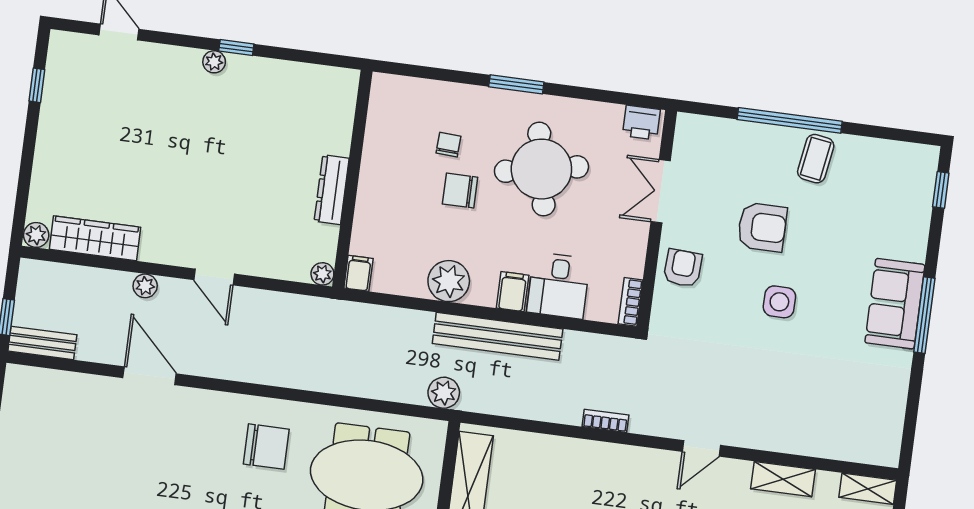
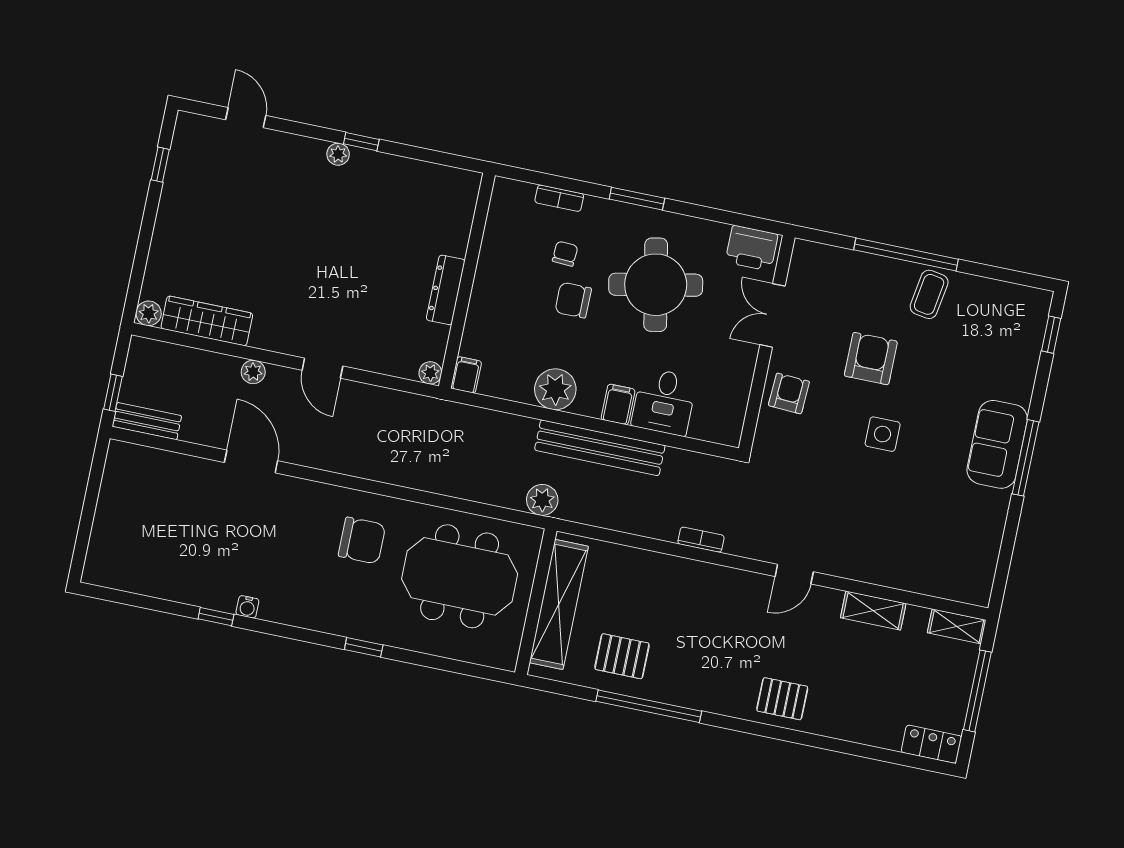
printer: (641, 123) -> (752, 248), width x1.36, depth x1.24
armchair: (762, 227) -> (871, 359), turned -90
bookcase: (631, 302) -> (559, 198), moved, turned -90

